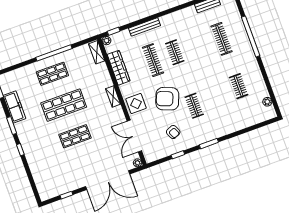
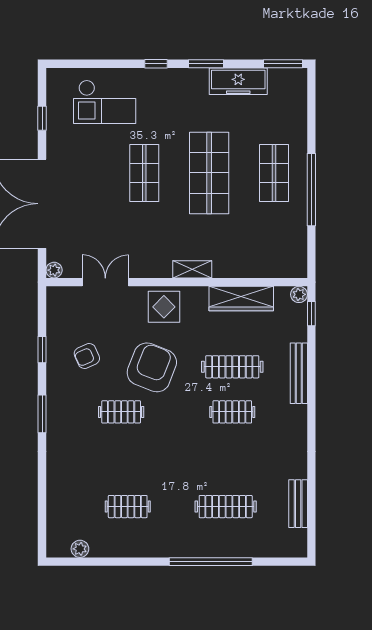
shelving: (97, 52) -> (284, 269), removed
double door: (134, 136) -> (105, 282), width x0.73
checkout: (48, 168) -> (105, 102), added

